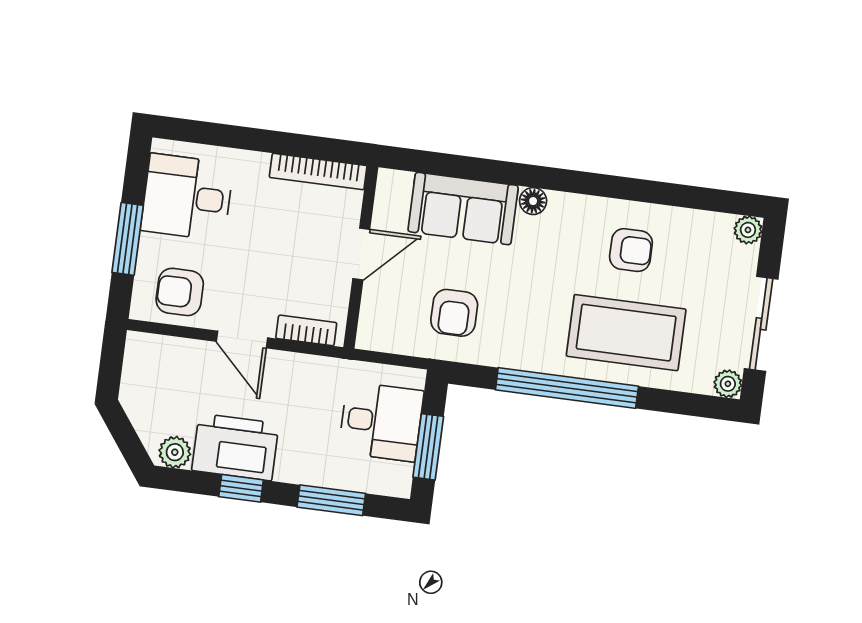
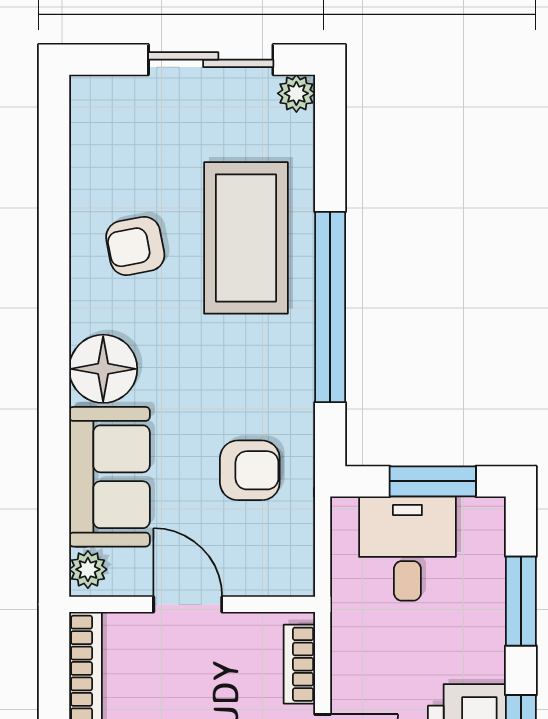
floor lamp: (533, 201) -> (103, 369), width x1.89, depth x1.89
plant: (748, 230) -> (88, 569), moved
armchair: (631, 250) -> (135, 246), turned -101

